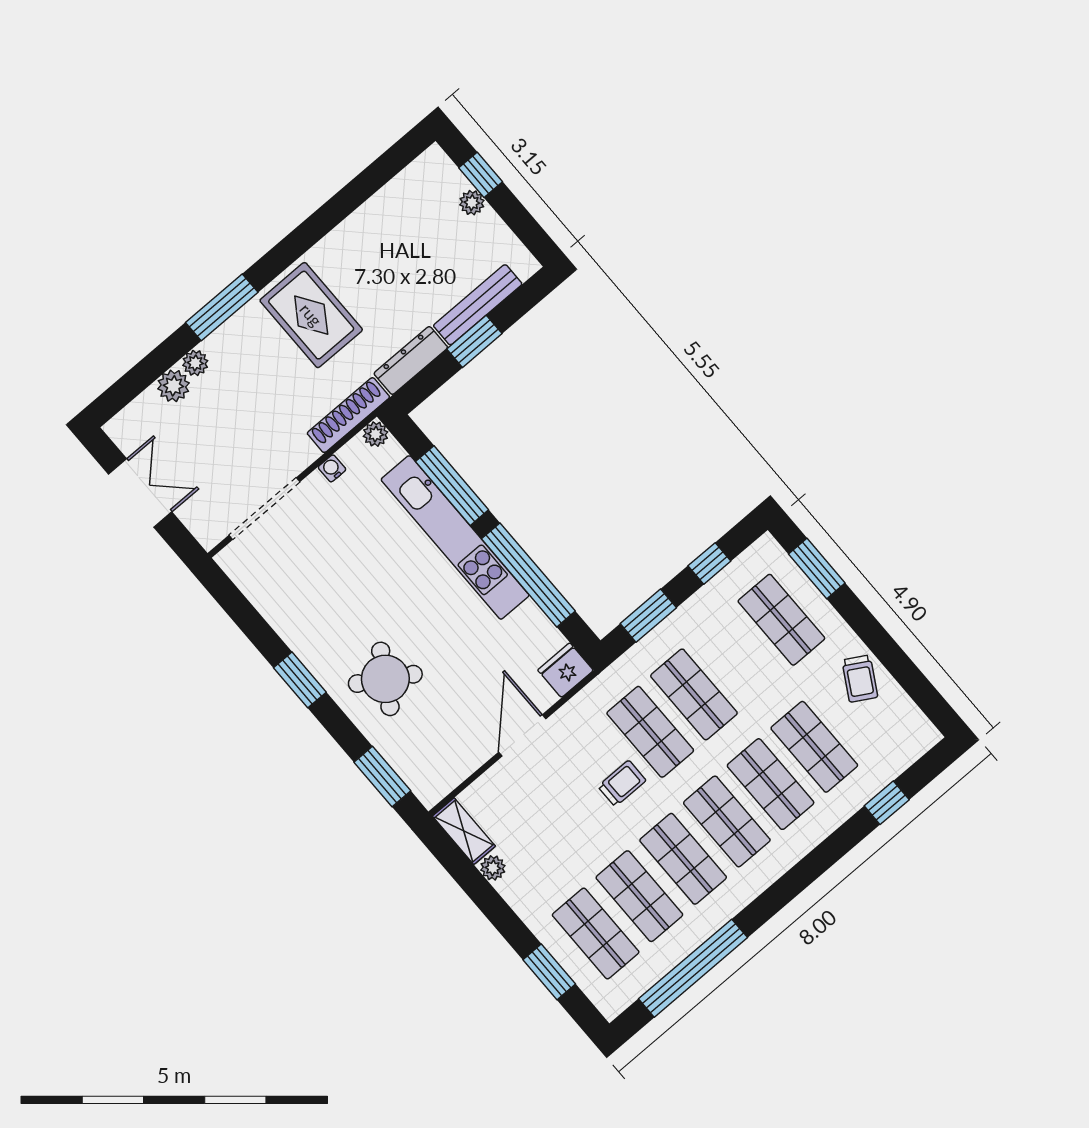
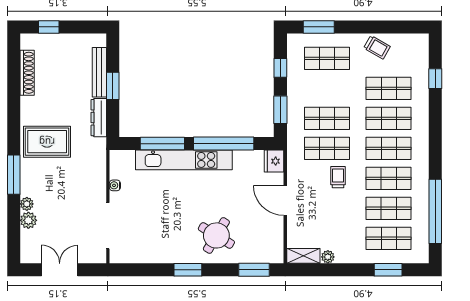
plant: (472, 203) -> (57, 40), removed
shoe rack: (348, 415) -> (27, 73), moved, turned 180
plant: (376, 434) -> (116, 156), removed

